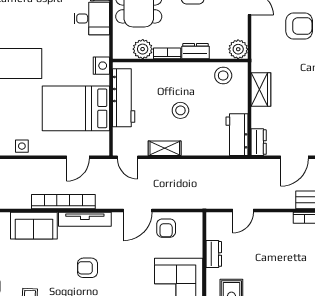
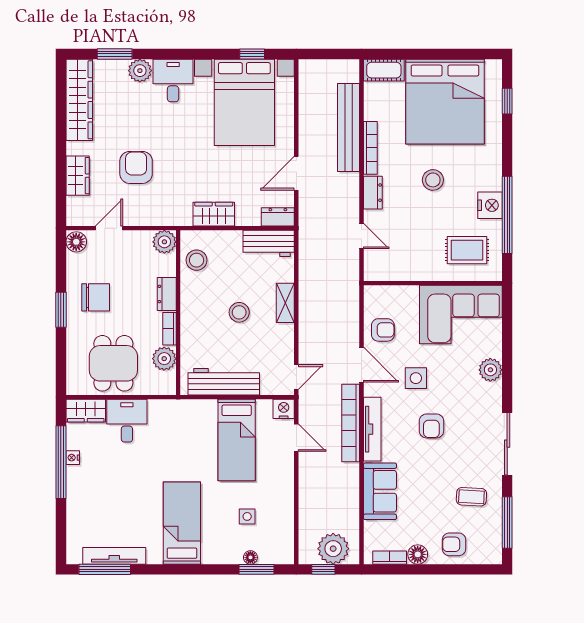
nightstand: (101, 66) -> (284, 409), moved
bed: (76, 108) -> (237, 440), width x0.67
side table: (22, 146) -> (247, 516), moved
shelving: (165, 148) -> (285, 303), moved
door: (294, 157) -> (296, 173), swing flipped
bookcase: (63, 202) -> (351, 423), moved
dresser: (214, 254) -> (373, 193), moved, turned 90
side table: (127, 255) -> (416, 378), added
stool: (289, 269) -> (433, 180), added

